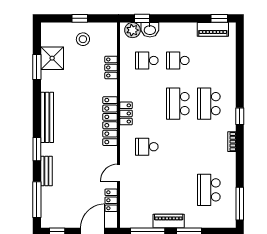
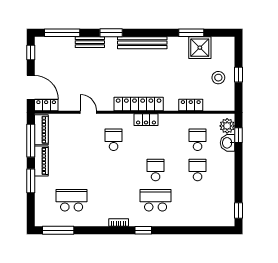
piano: (213, 29) -> (41, 130), moved, turned 180
school desk: (178, 104) -> (156, 170), width x0.54
locker: (111, 200) -> (46, 105), moved

